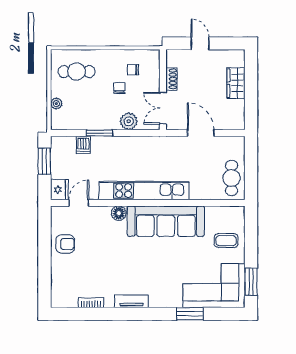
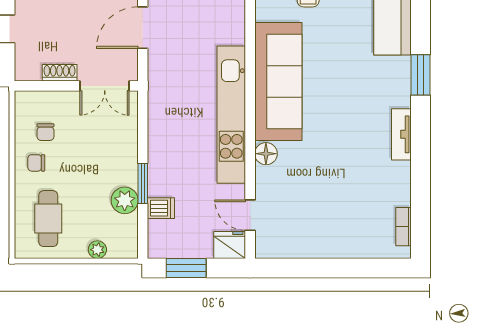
chair: (119, 88) -> (36, 163), moved
plant: (129, 121) -> (125, 200), moved
armchair: (65, 244) -> (313, 236), removed
bookcase: (91, 303) -> (403, 227), moved
window: (190, 314) -> (421, 75), moved

